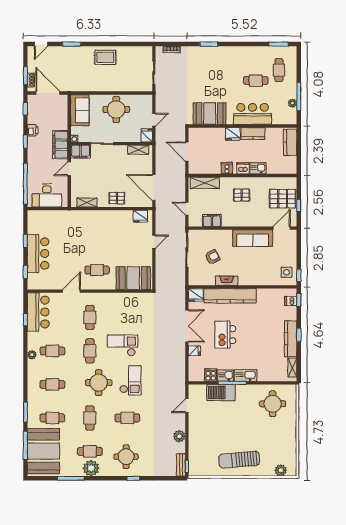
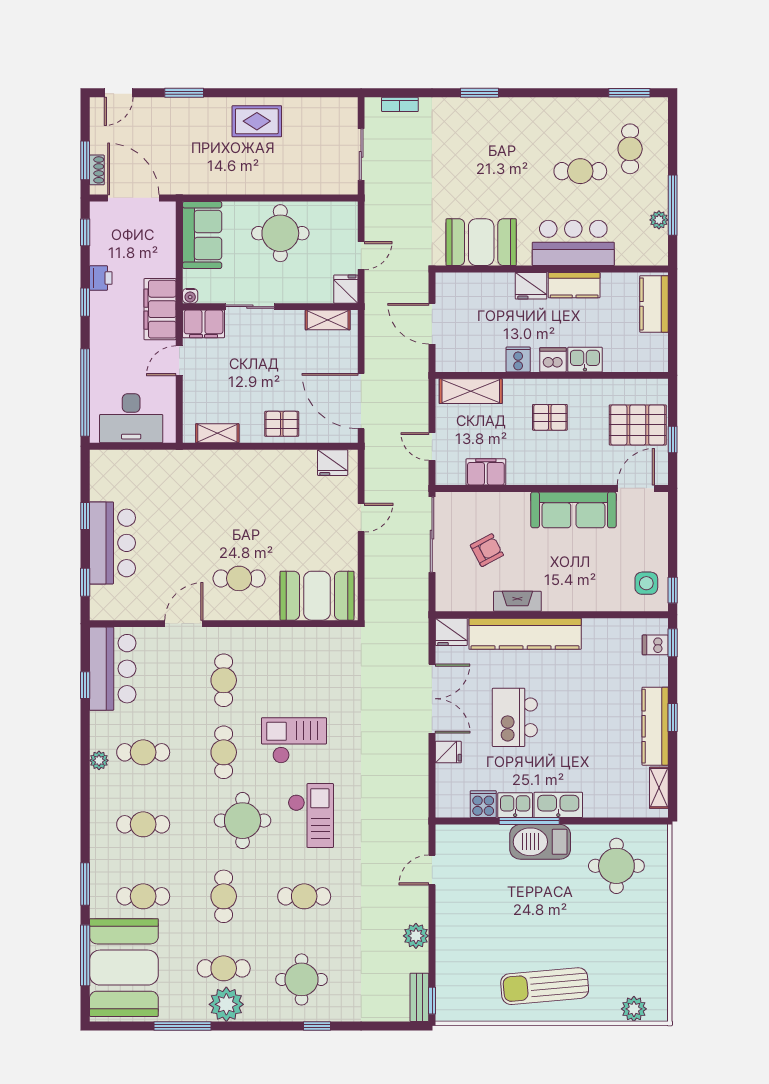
barbecue: (221, 393) -> (540, 842), moved

